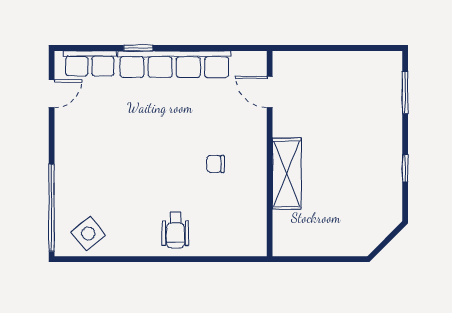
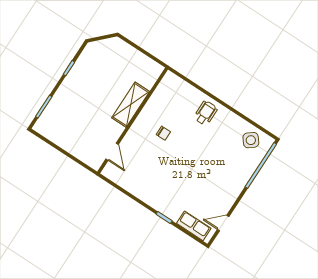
row of seats: (174, 64) -> (151, 197), removed

